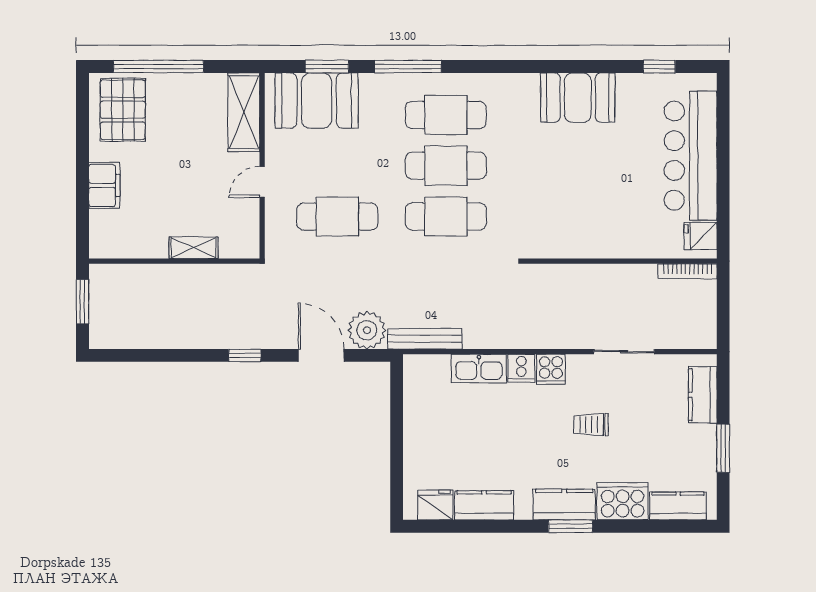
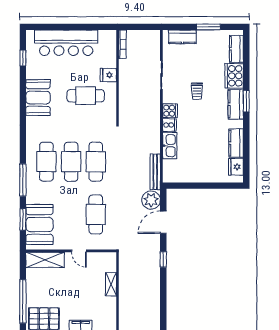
cafe table: (582, 196) -> (86, 96), added
fridge: (701, 236) -> (108, 75), moved, turned 90

